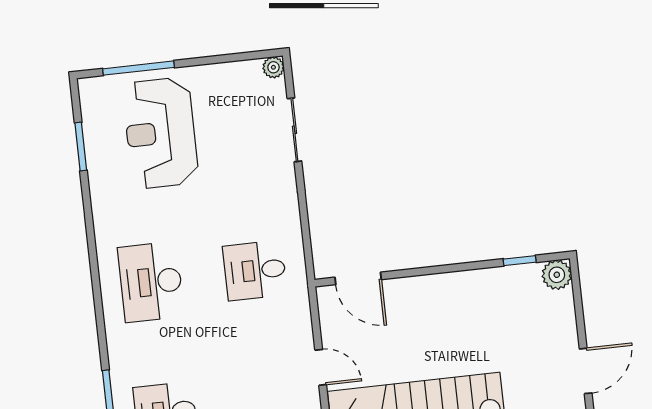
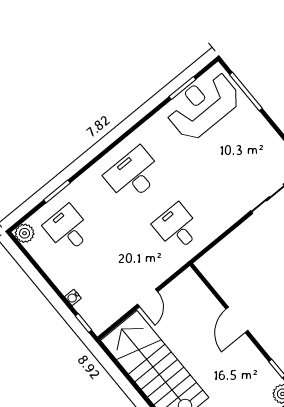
reception desk: (160, 133) -> (203, 105), moved
door: (358, 278) -> (237, 320), moved

